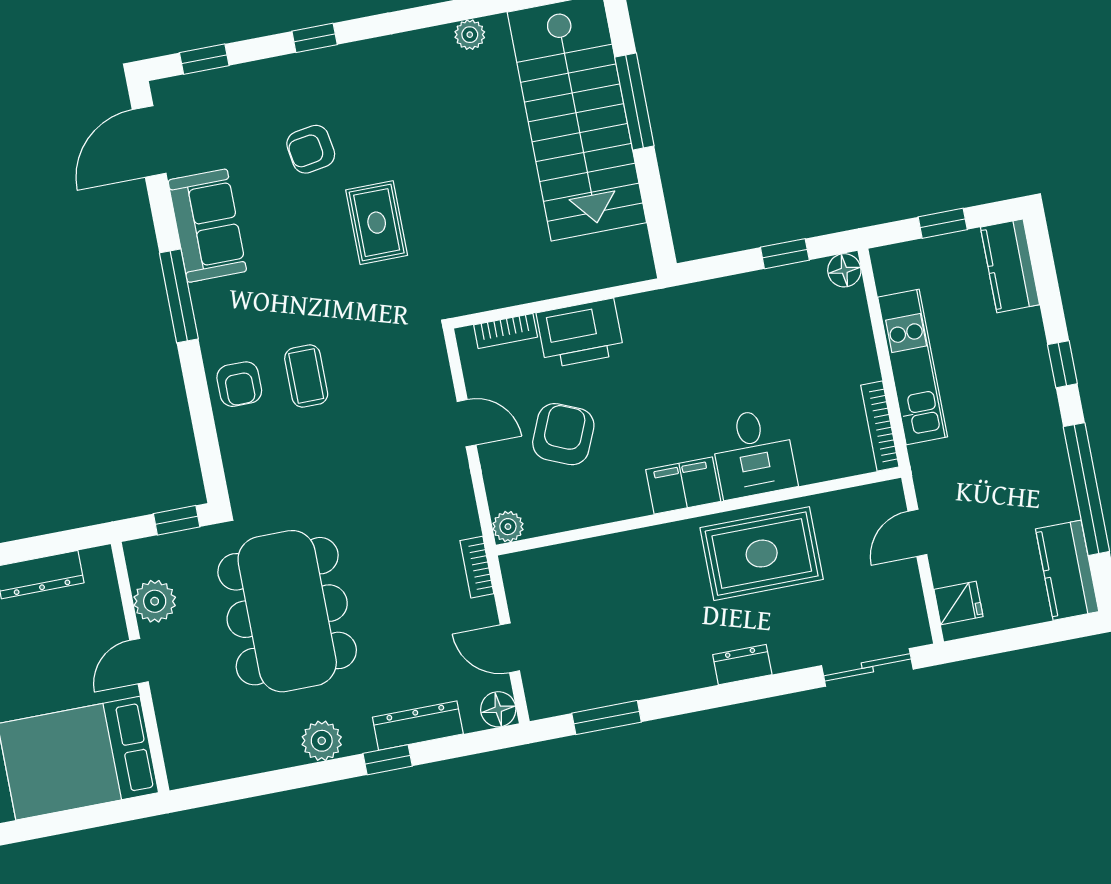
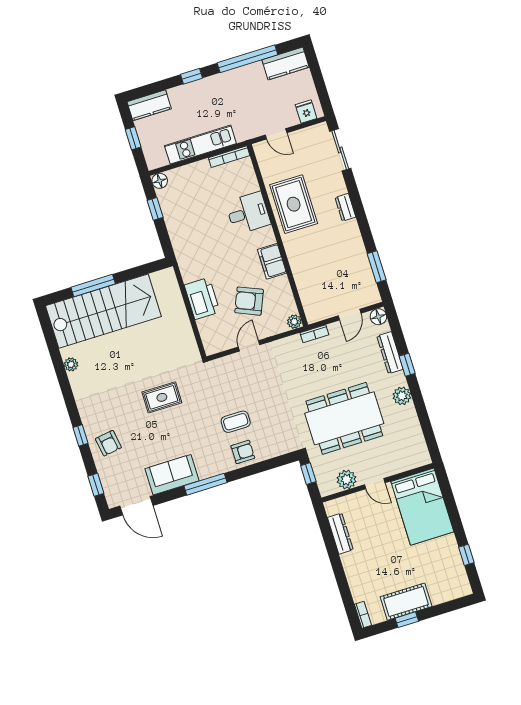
armchair: (311, 149) -> (108, 443), moved
bookcase: (506, 331) -> (205, 333), removed
filing cabinet: (683, 486) -> (272, 261), moved

